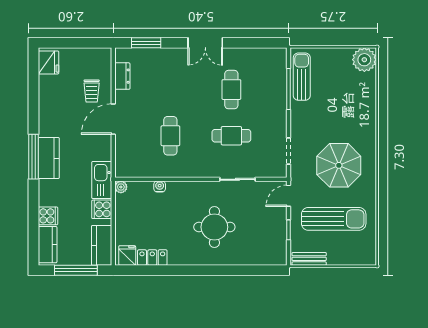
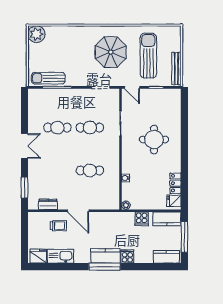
cafe table: (231, 136) -> (90, 128), turned 90
kitchen sink: (102, 180) -> (61, 256), moved, turned 180
cooker: (48, 216) -> (127, 257), moved
bench: (309, 259) -> (176, 69), width x1.36

